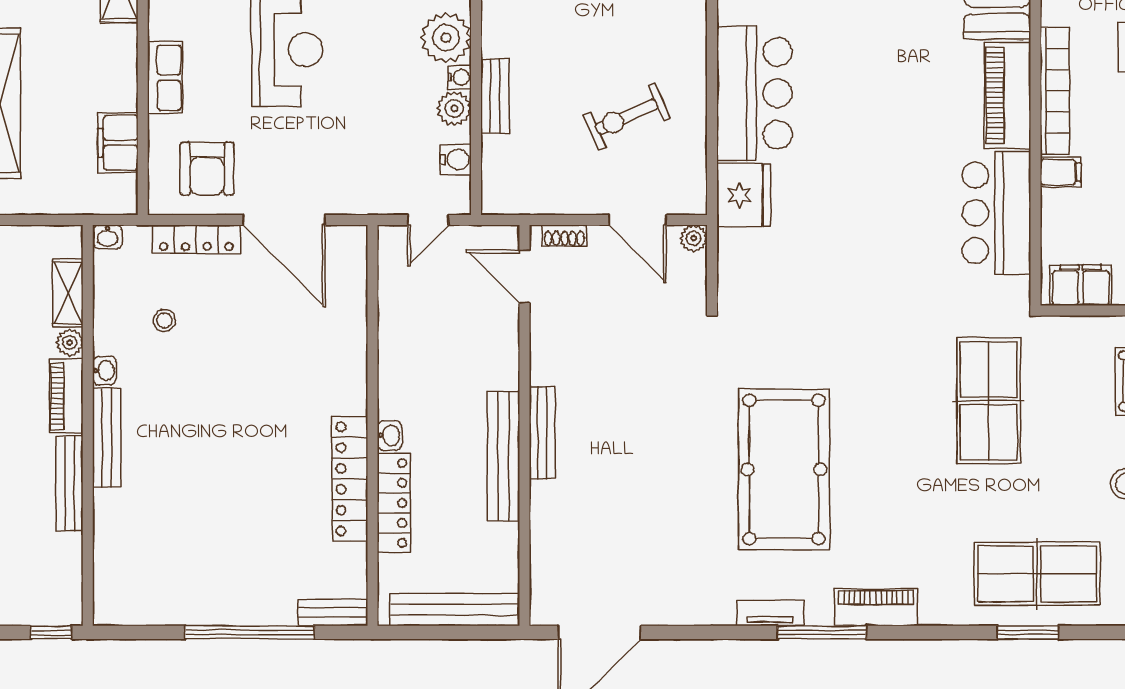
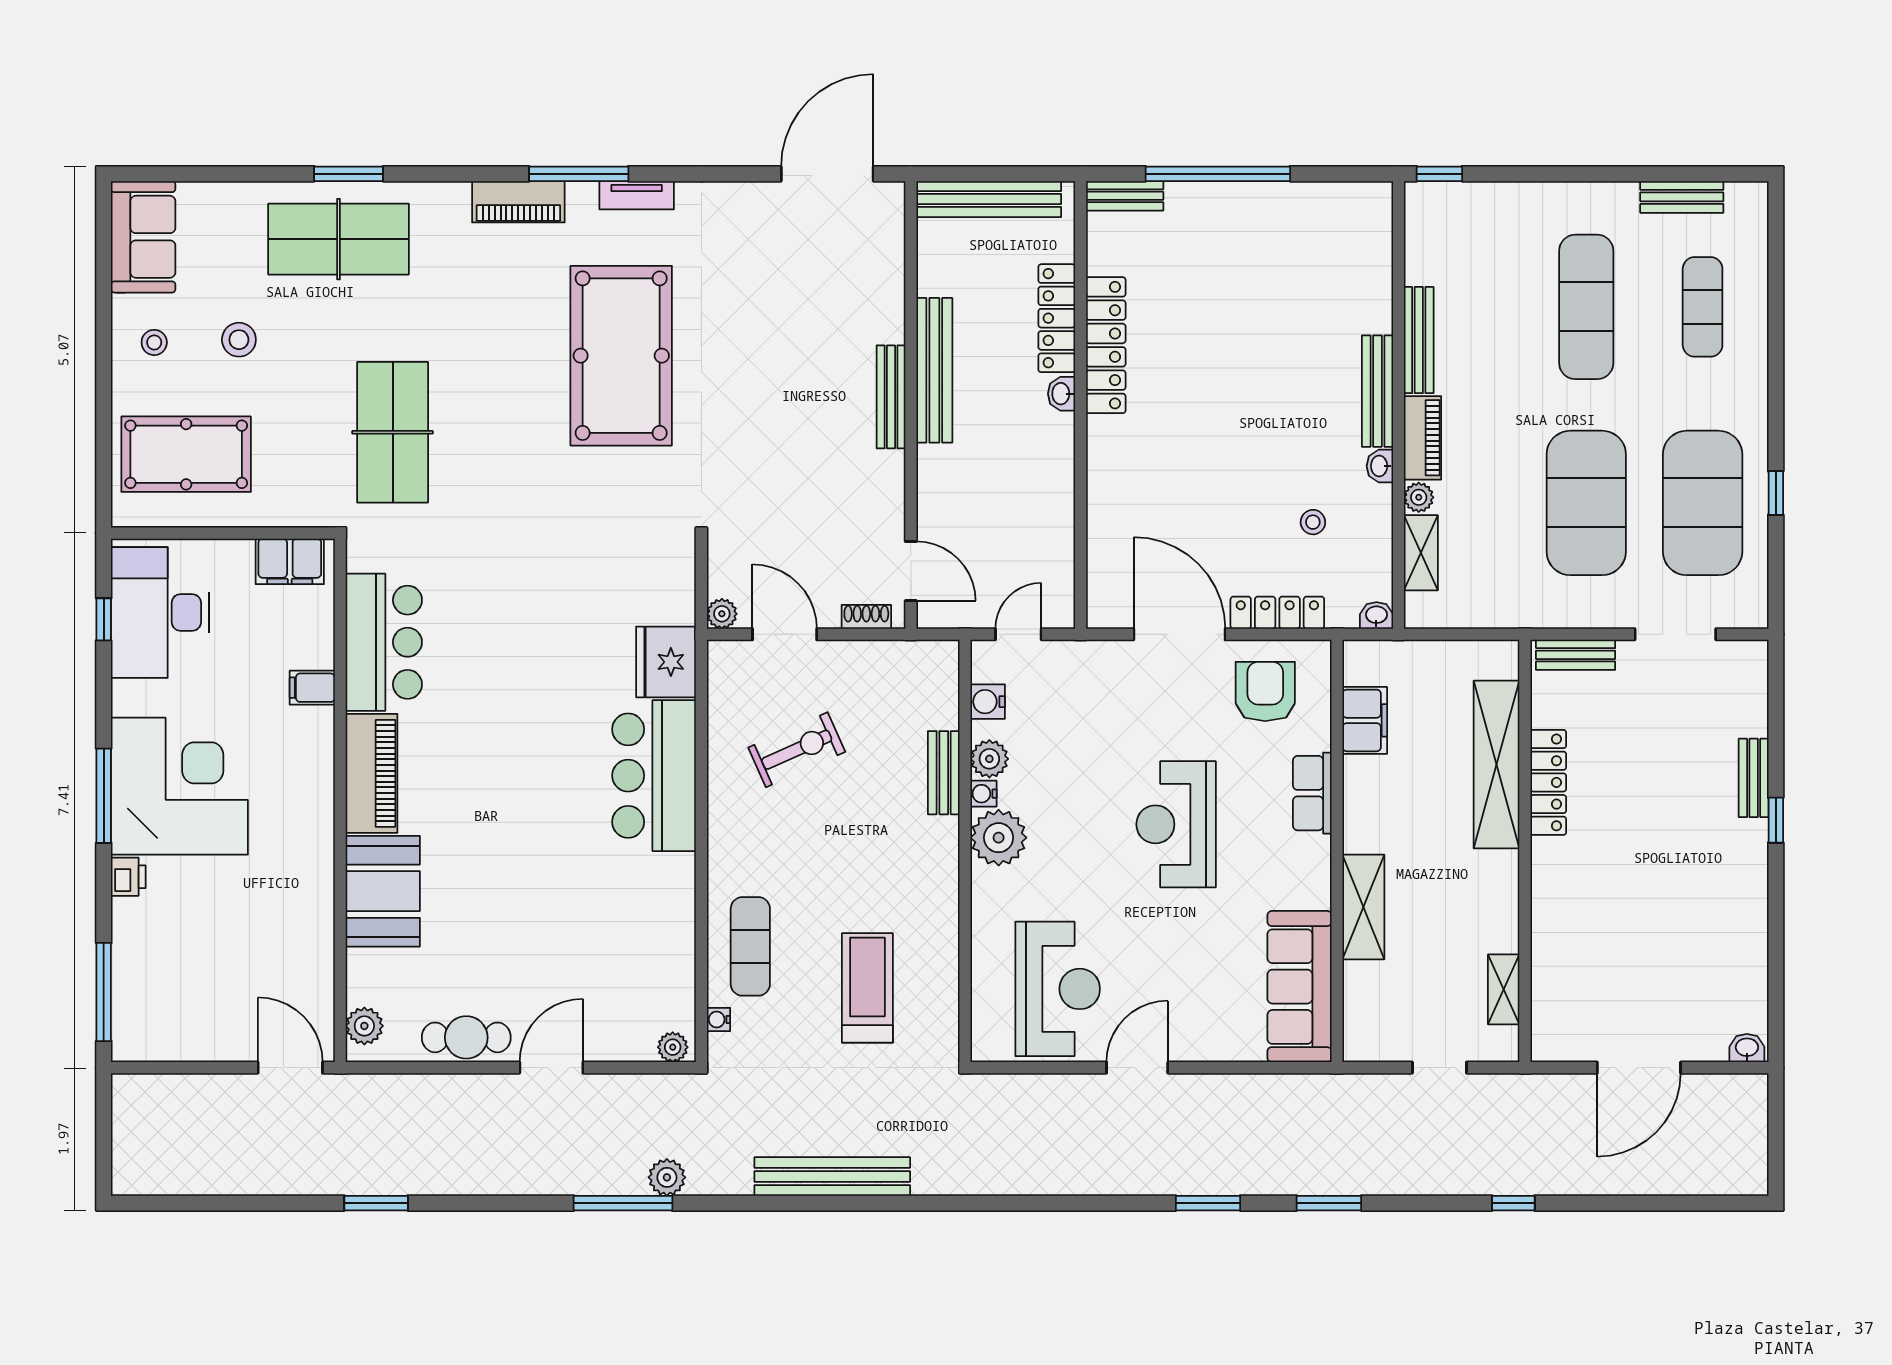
bookcase: (1055, 91) -> (319, 779), removed

